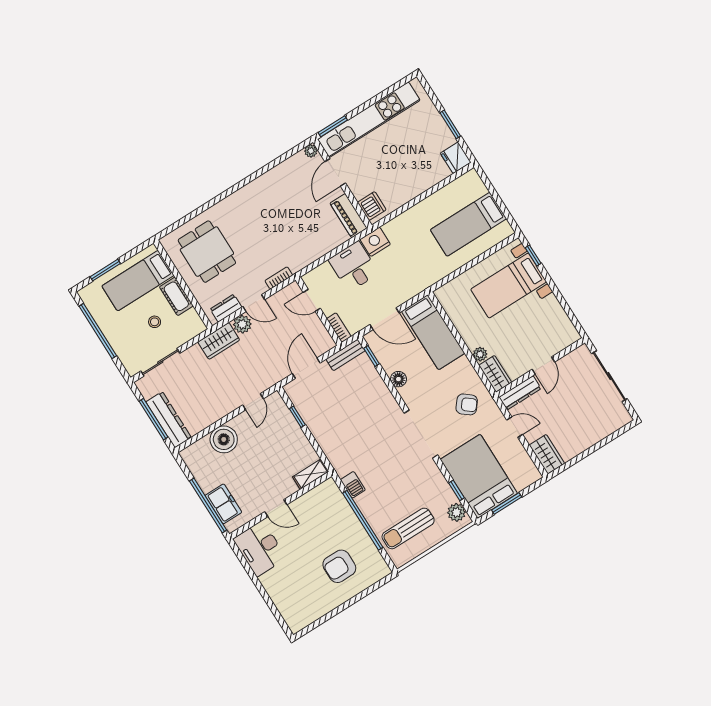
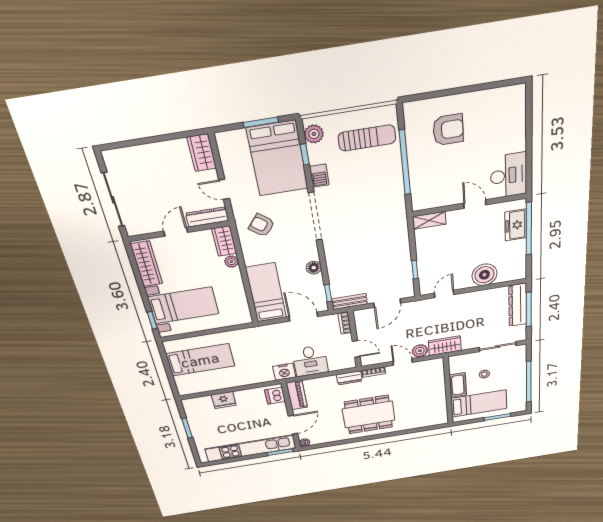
fridge: (456, 158) -> (224, 400), moved, turned 90
dining table: (207, 252) -> (369, 415), moved, width x1.38
dresser: (226, 308) -> (349, 378), moved
wardrobe: (559, 320) -> (147, 264), added
barbecue: (353, 485) -> (319, 176), moved, turned 180

